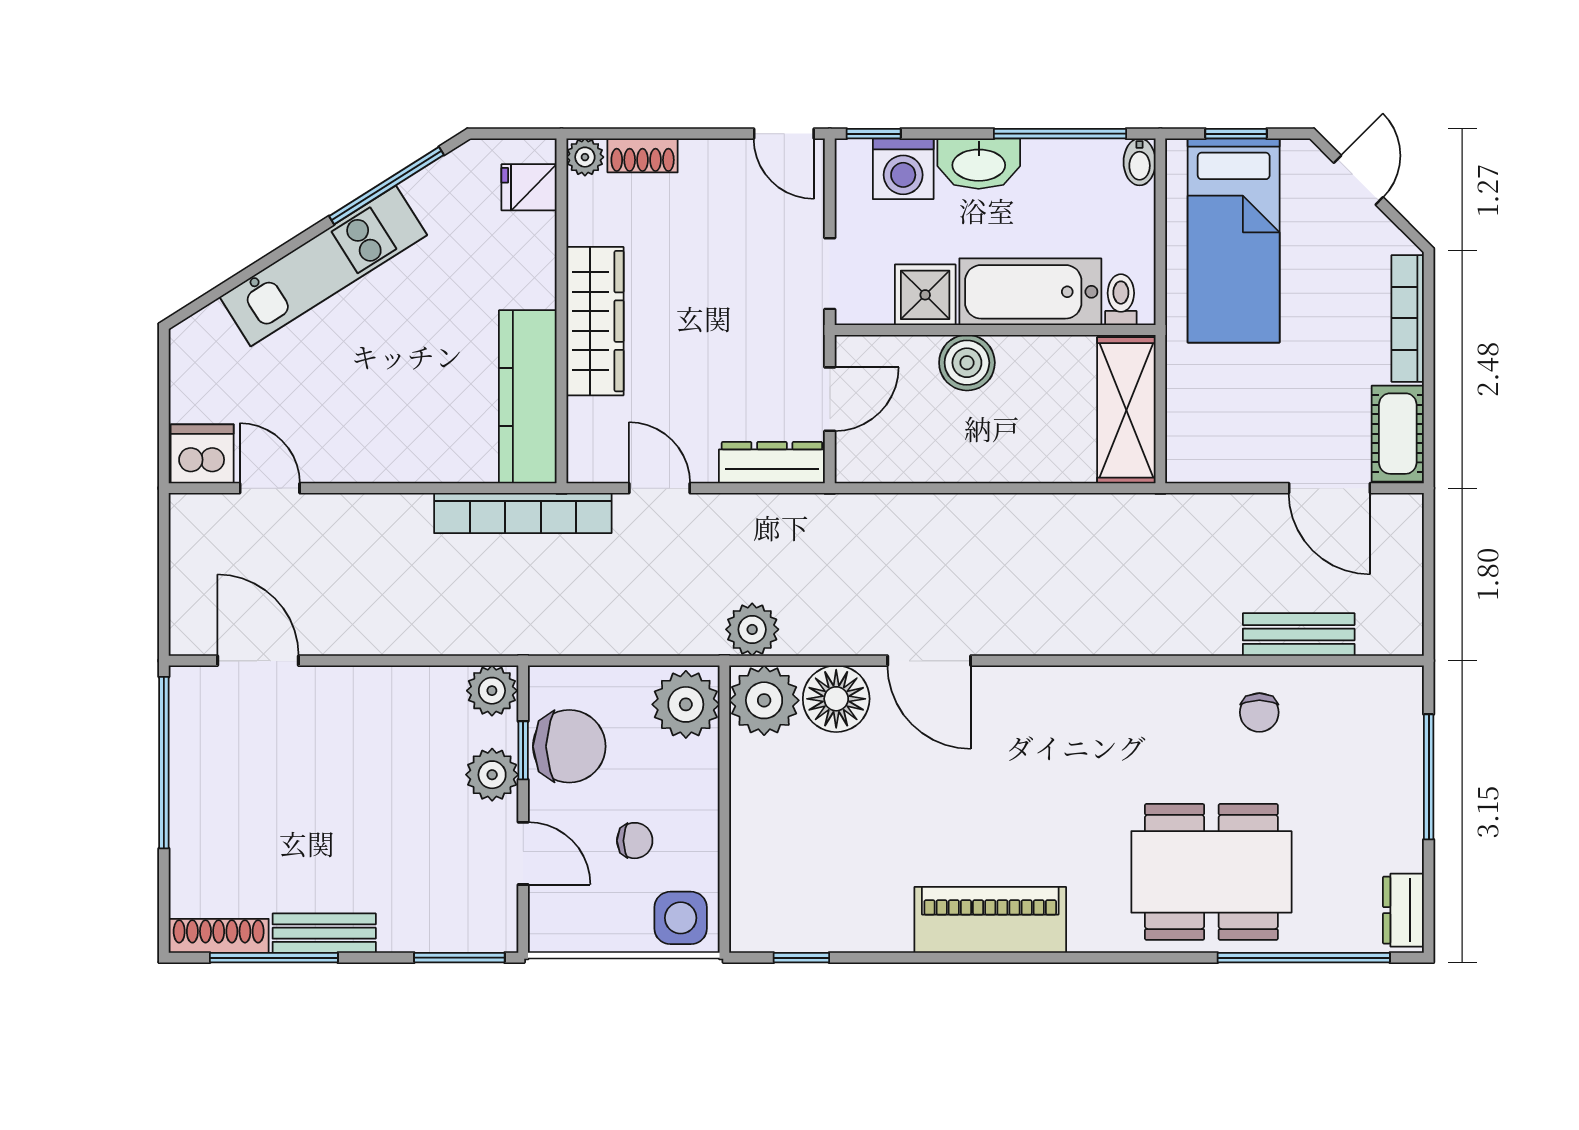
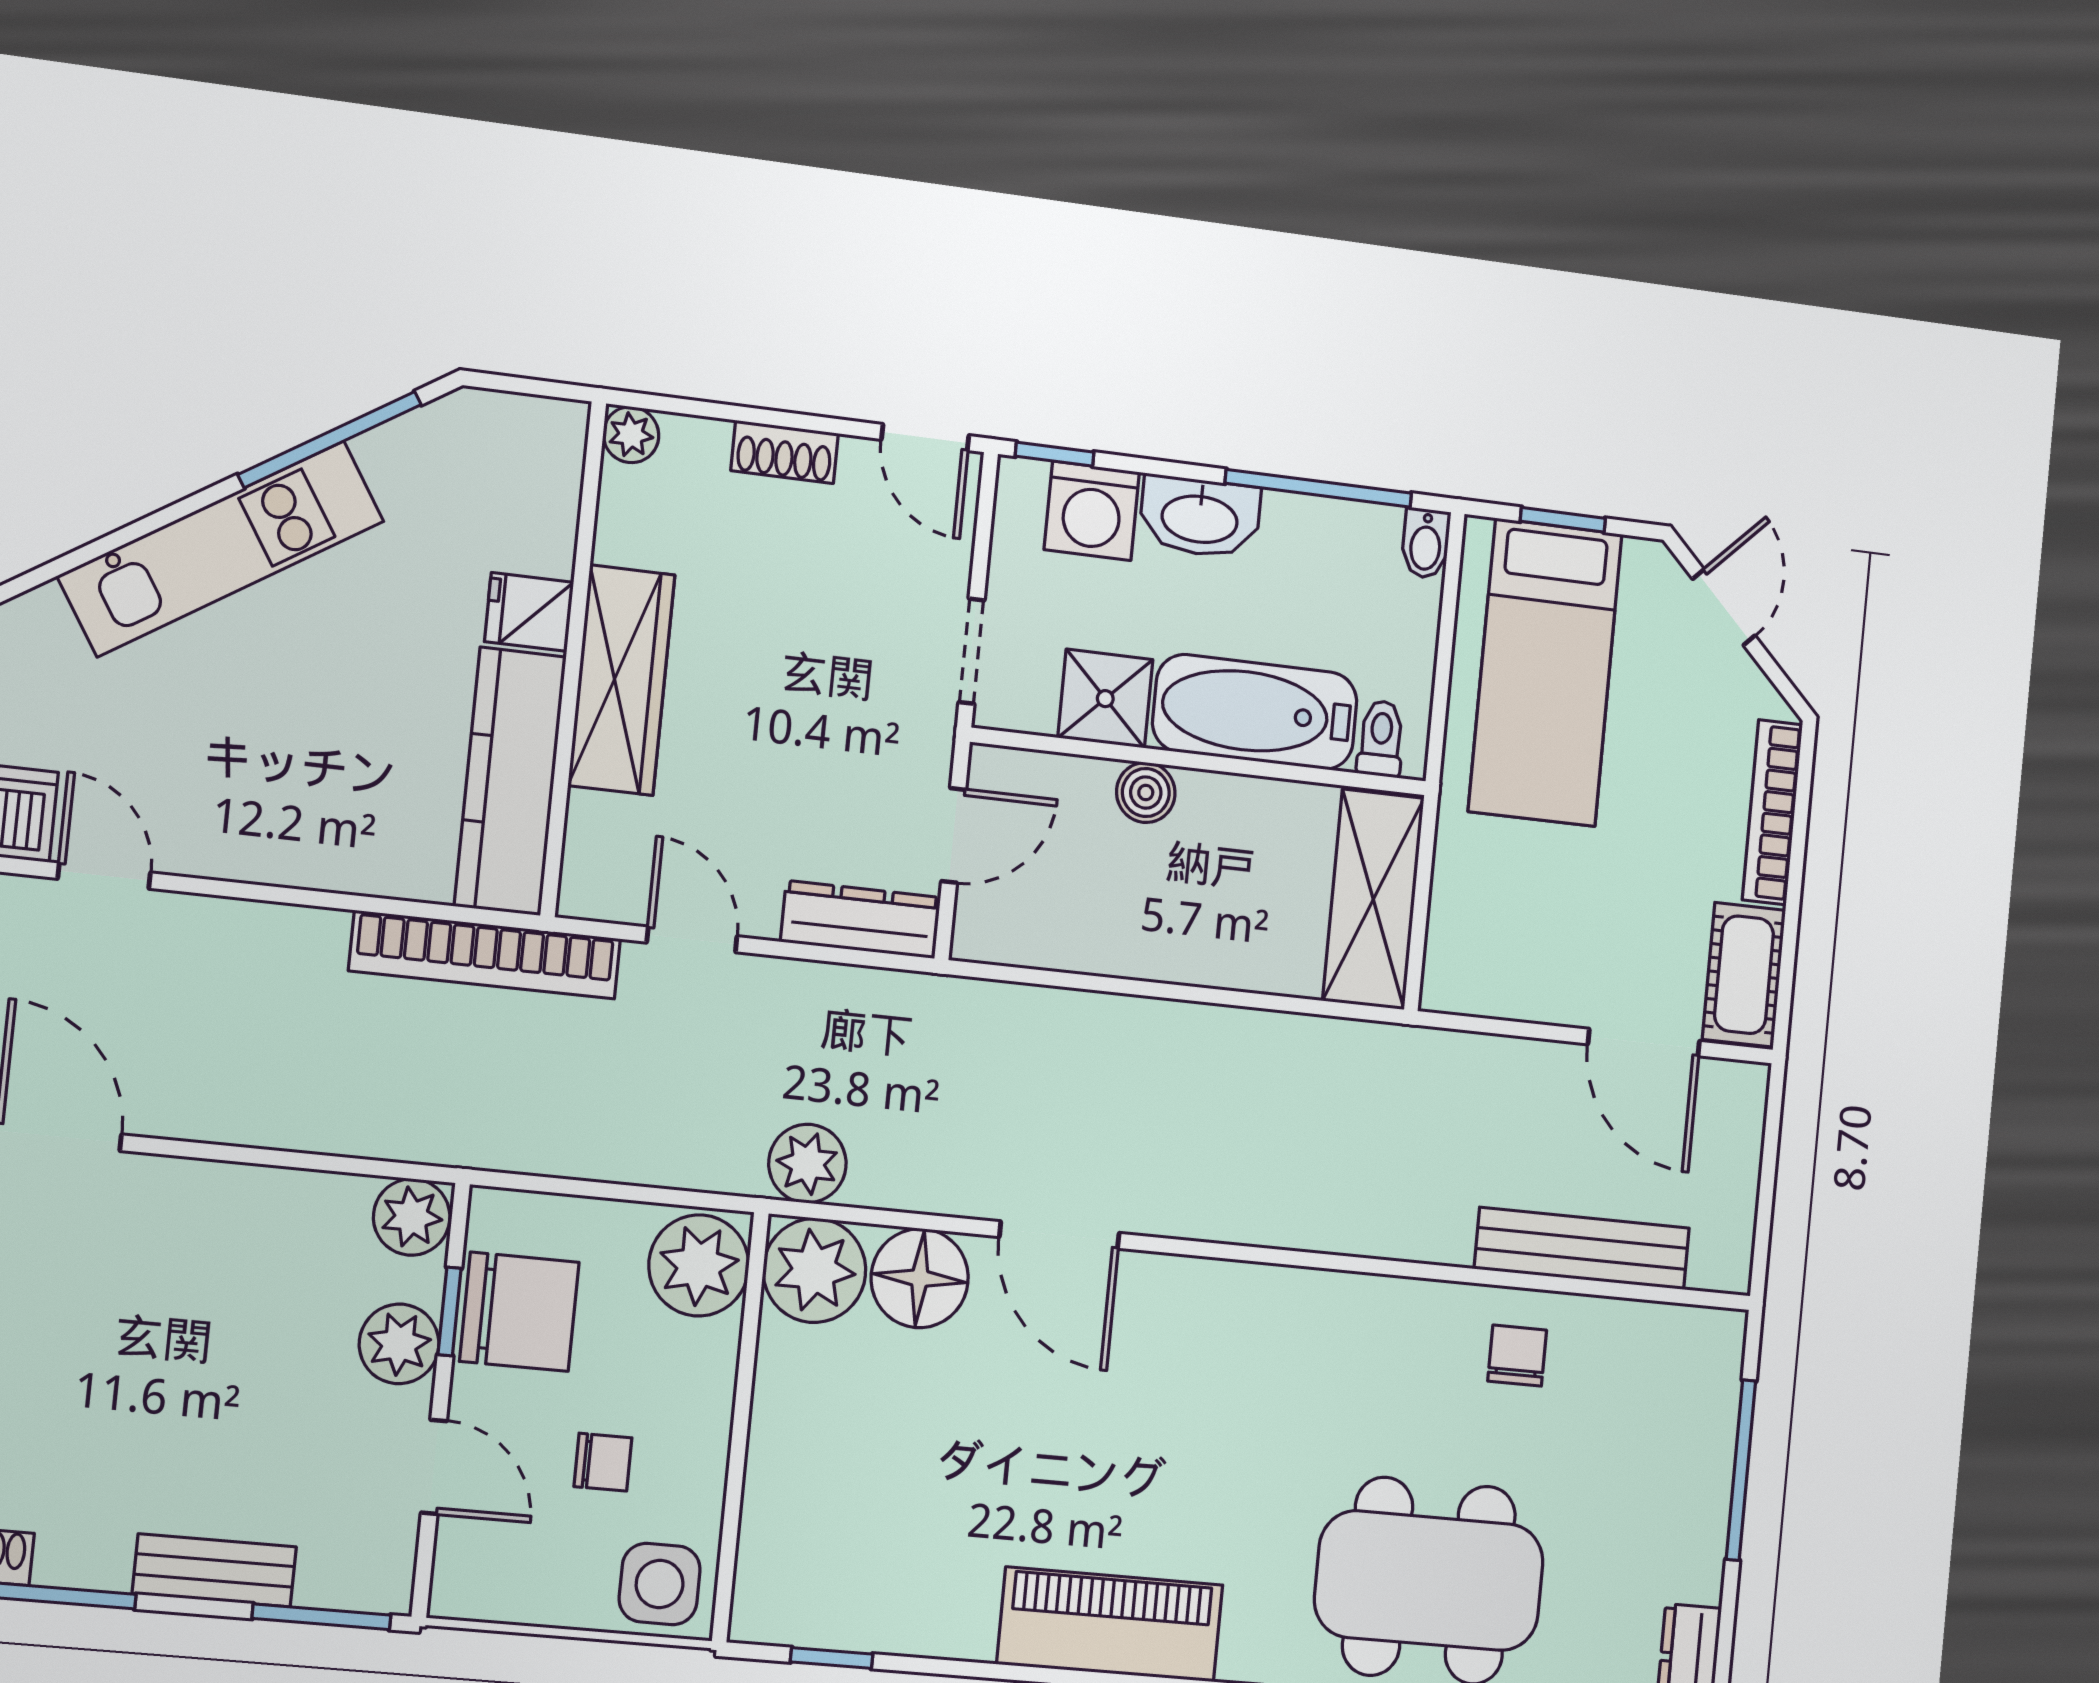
shoe rack: (643, 155) -> (785, 452), moved
fridge: (529, 187) -> (529, 612), moved
boiler: (967, 363) -> (1146, 792), width x0.73, depth x0.73
bench: (1299, 634) -> (1582, 1248), width x1.36
chair: (1259, 712) -> (1517, 1356), turned 180
bench: (324, 933) -> (214, 1570), moved

